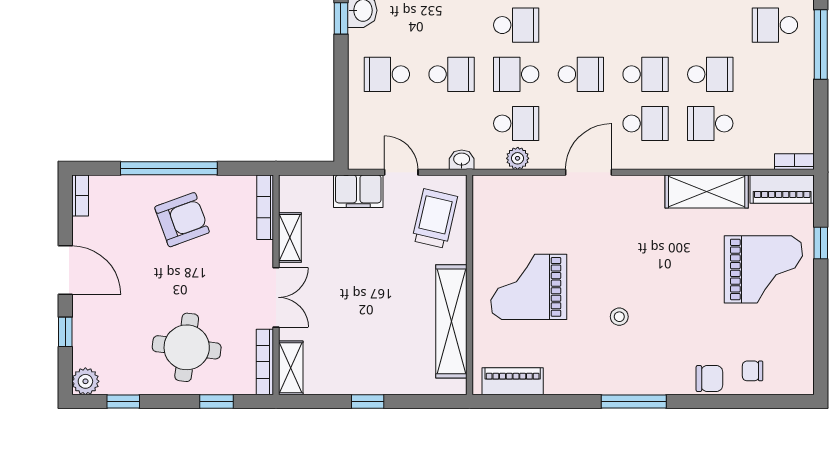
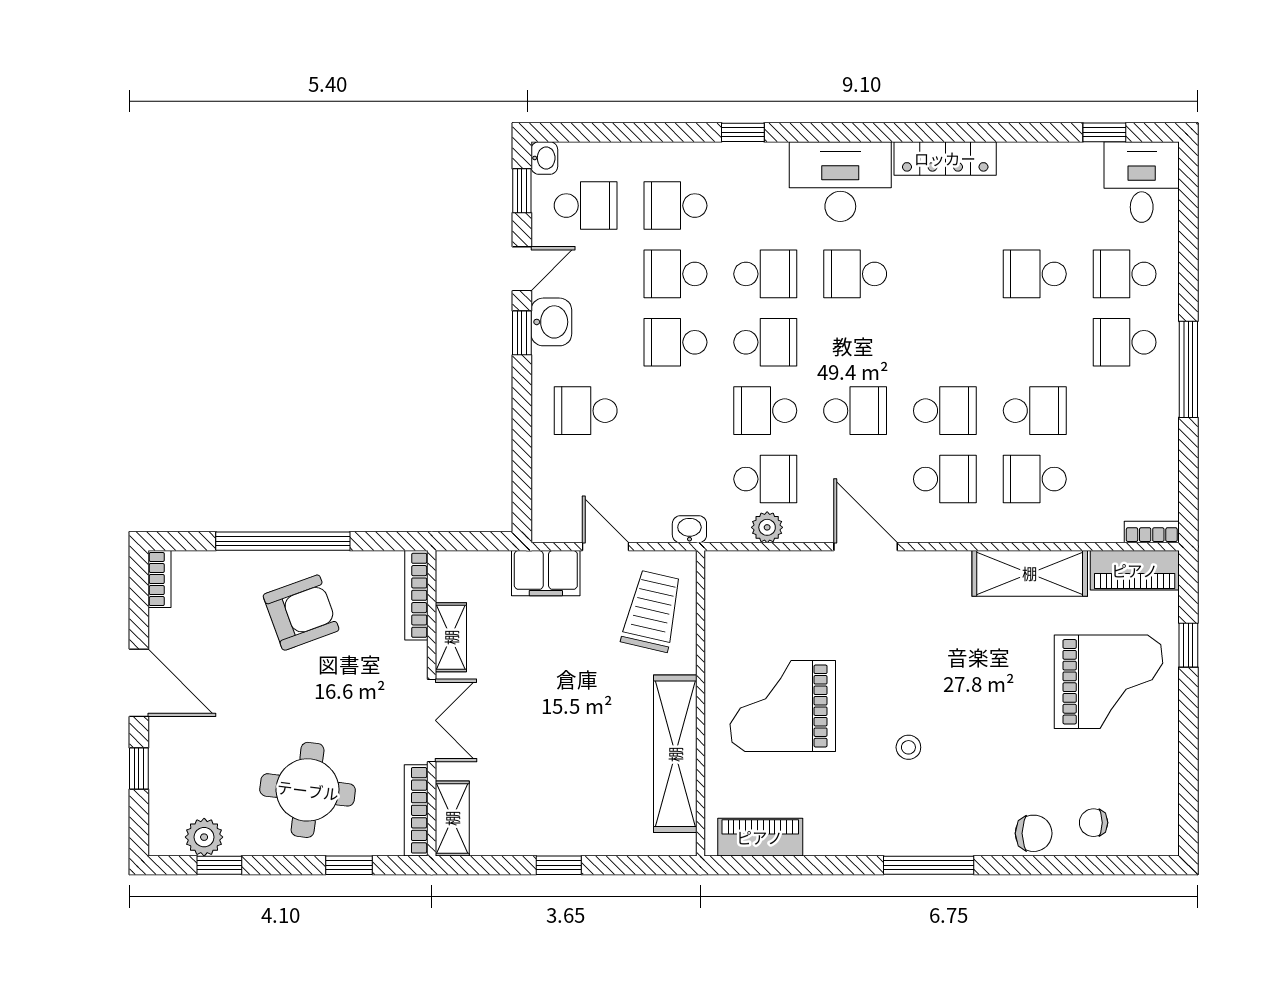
school desk: (452, 74) -> (675, 342), moved, turned 180
door: (588, 172) -> (866, 547), hinge flipped
plant: (85, 381) -> (204, 837), moved

